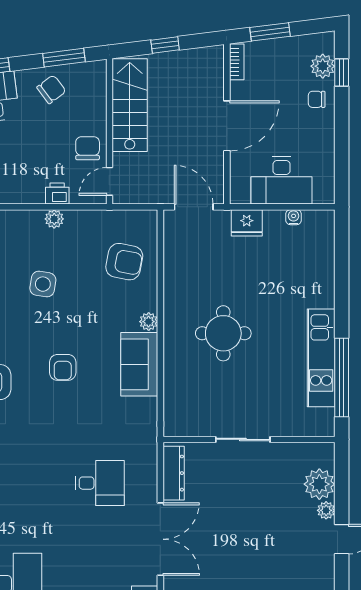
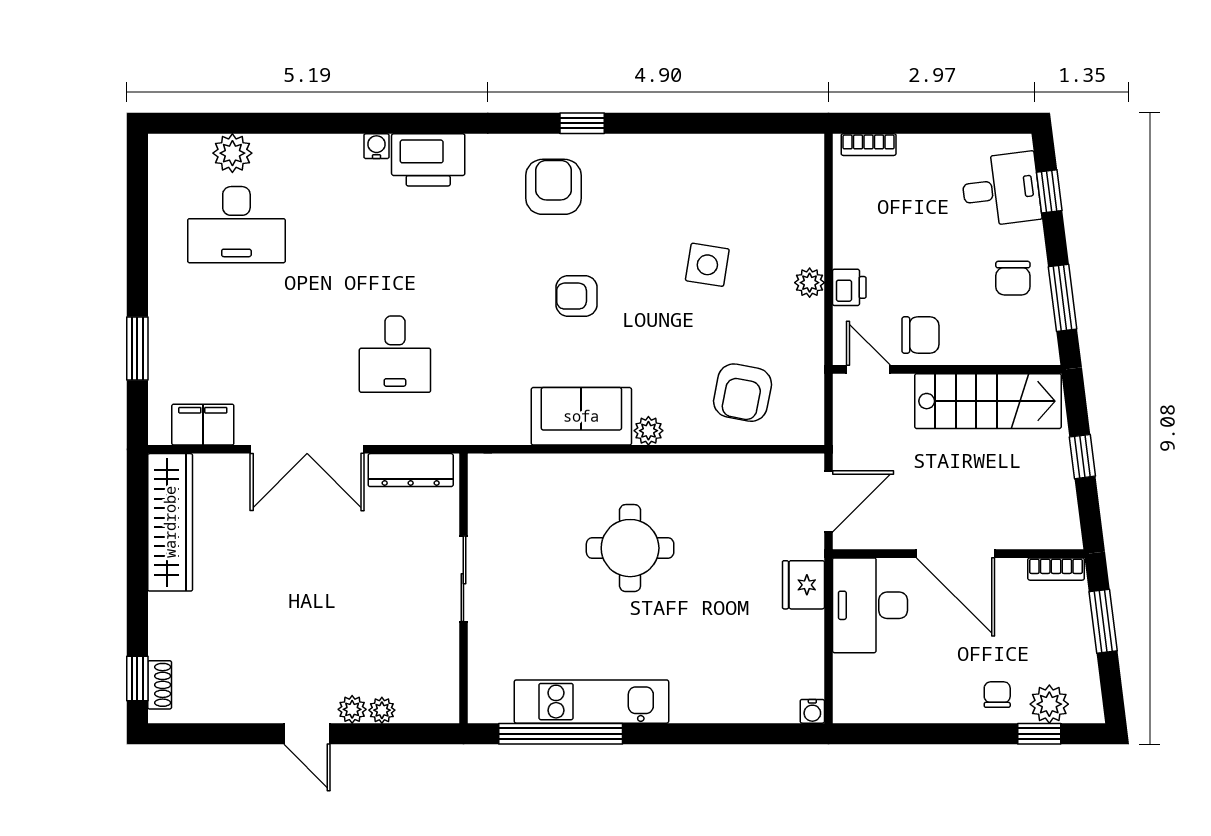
chair: (51, 89) -> (1013, 278), turned 37
desk: (282, 180) -> (870, 605), moved
water cooler: (294, 217) -> (812, 711), moved, turned 90
plant: (319, 484) -> (382, 710), width x0.53, depth x0.53

